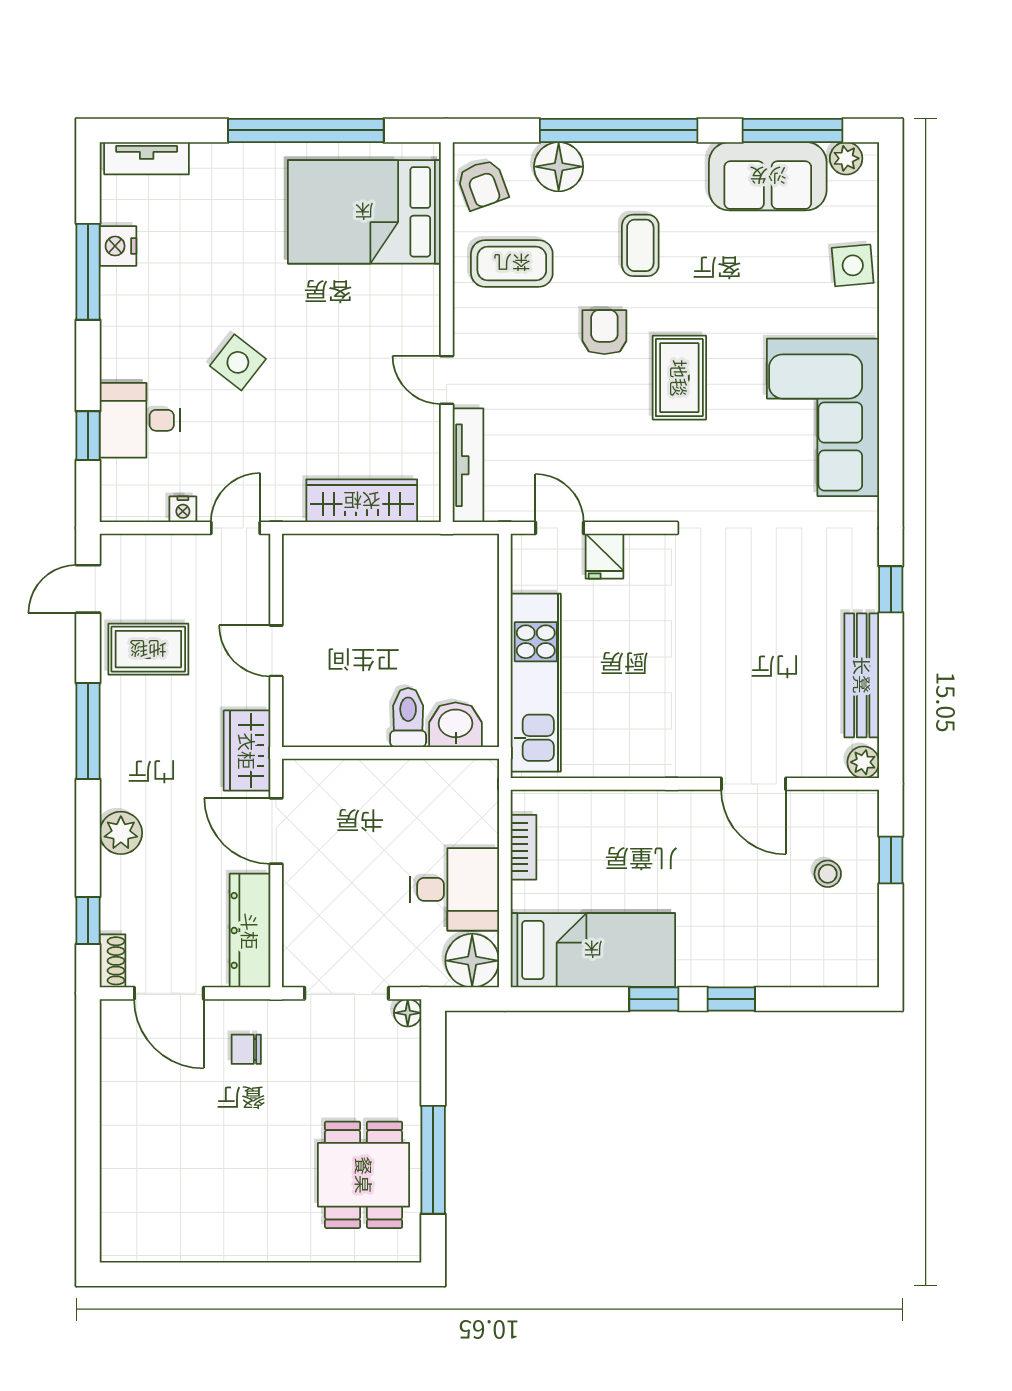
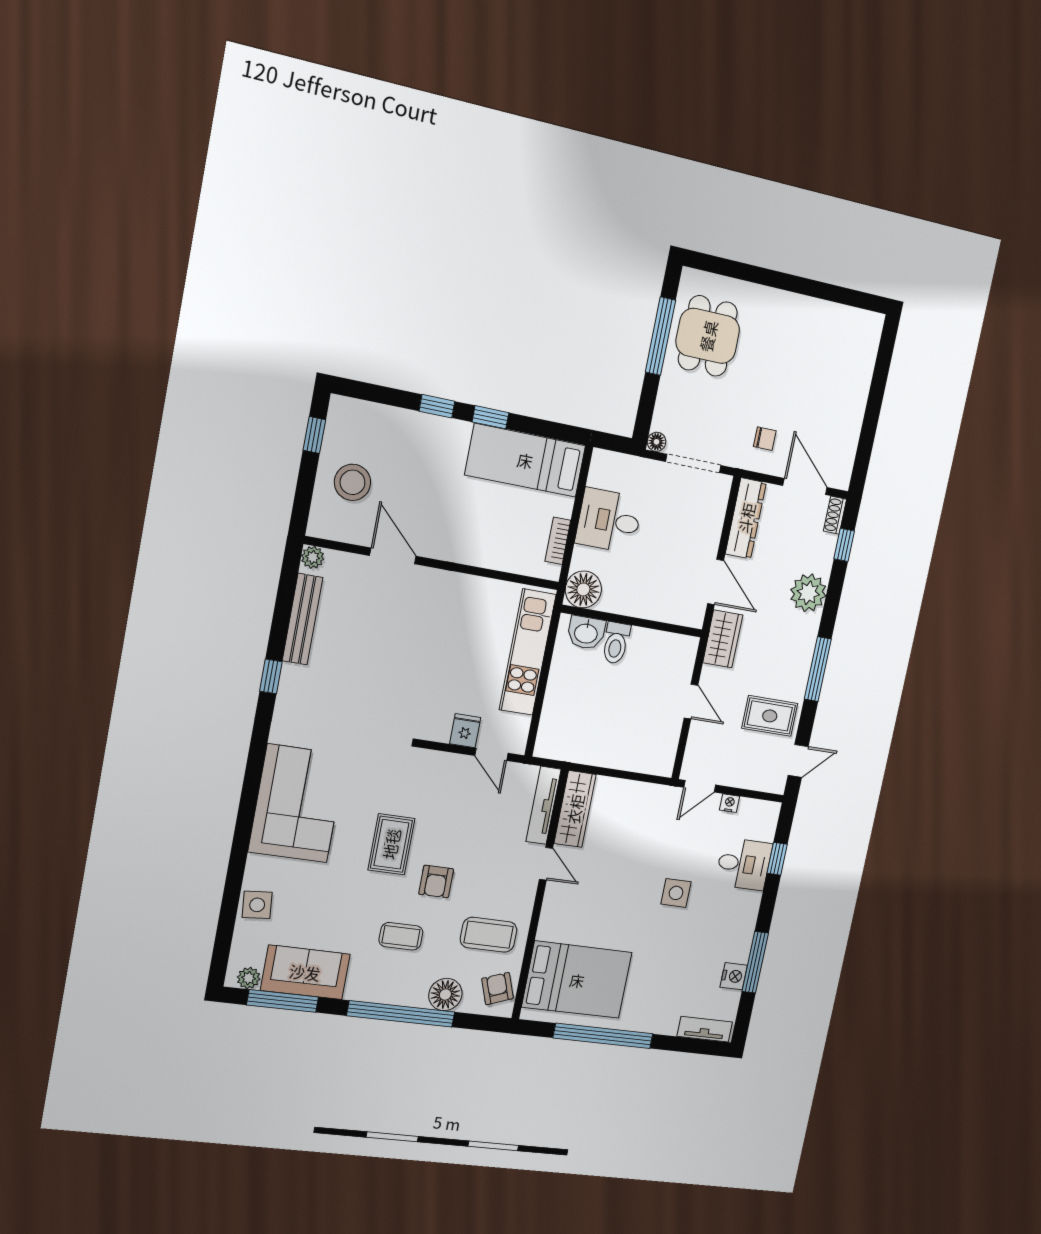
coffee table: (640, 245) -> (401, 936), turned 90
side table: (238, 362) -> (676, 893), turned -38
wardrobe: (362, 501) -> (575, 809), moved, turned -90
plant: (121, 833) -> (808, 593), width x1.36, depth x1.36
window: (891, 860) -> (314, 435), moved
stool: (828, 874) -> (352, 482), width x1.89, depth x1.89
floor lamp: (472, 961) -> (583, 589), moved

